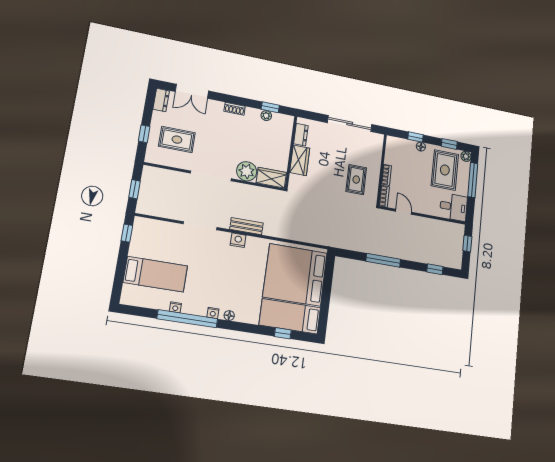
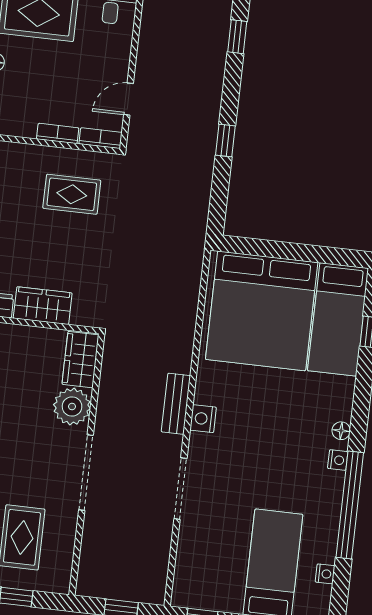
window: (383, 260) -> (225, 141), width x0.46
nightstand: (175, 307) -> (325, 574), moved

